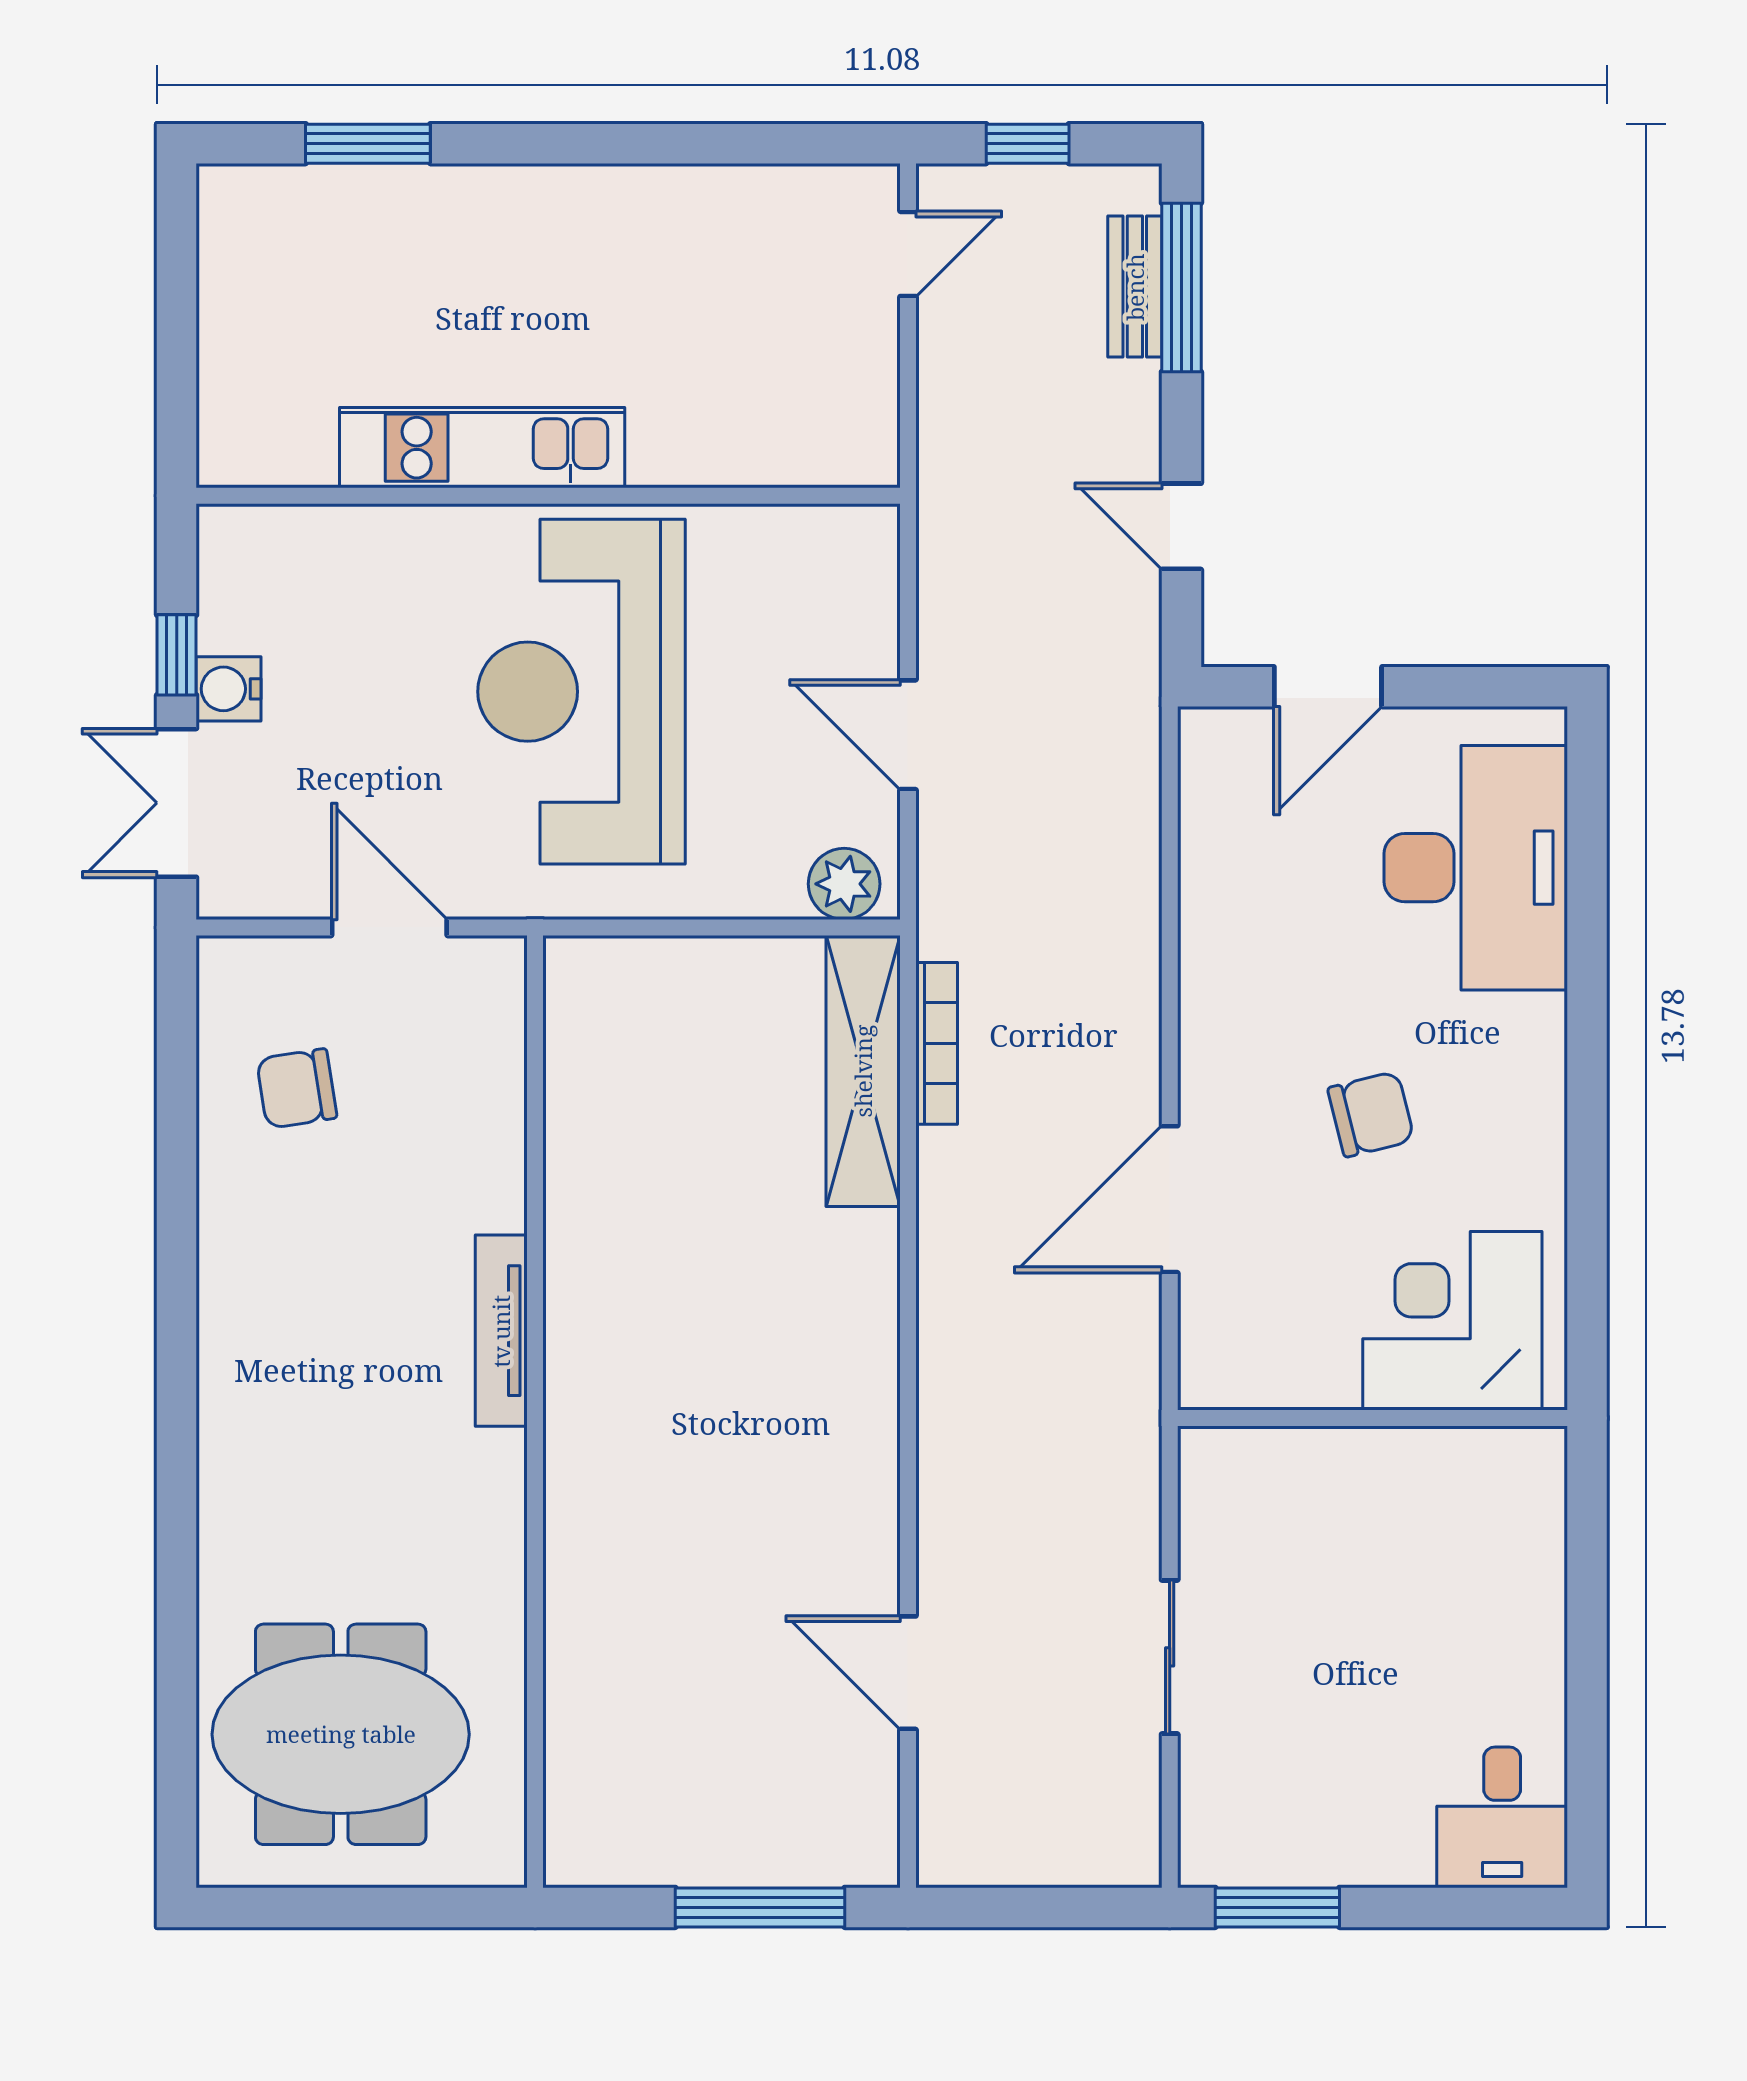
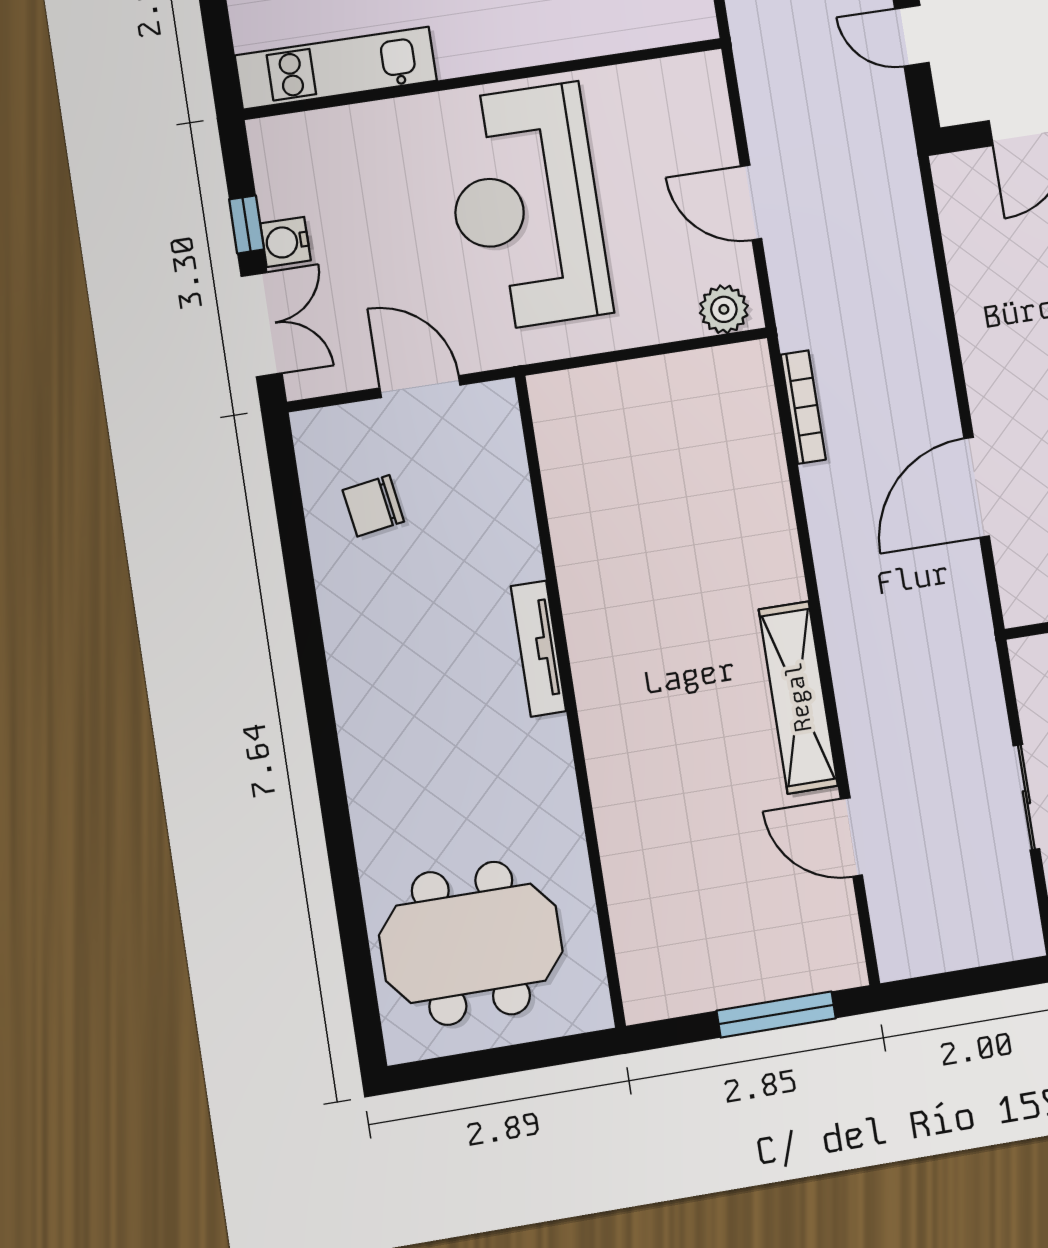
kitchen unit: (482, 448) -> (336, 68), moved
double door: (177, 803) -> (262, 325), swing flipped
shelving: (863, 1071) -> (798, 697), moved

